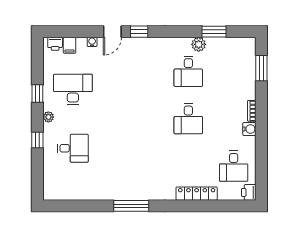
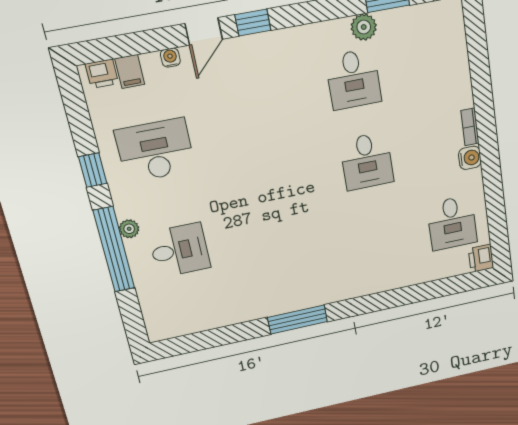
window: (261, 68) -> (477, 50), removed
plant: (48, 117) -> (129, 229), moved
window: (37, 140) -> (114, 250), width x3.17
locker: (197, 194) -> (399, 278), removed

